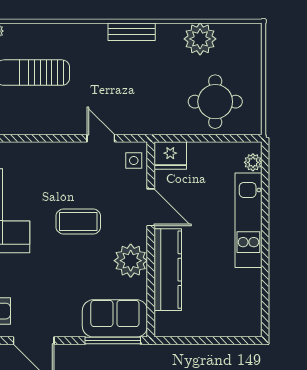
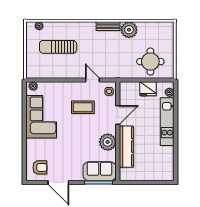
plant: (200, 39) -> (129, 30), moved
fridge: (170, 155) -> (148, 89), moved
door: (151, 207) -> (118, 115), hinge flipped
coffee table: (78, 222) -> (83, 107), moved

